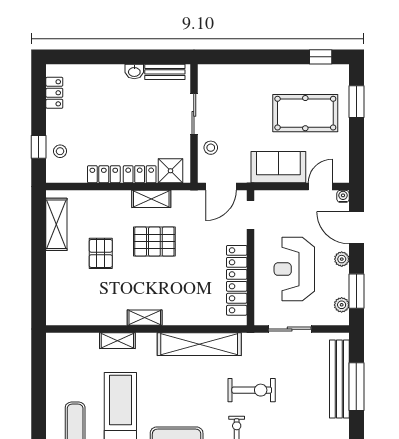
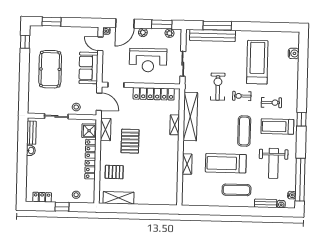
pool table: (305, 113) -> (50, 69), moved
window: (39, 147) -> (62, 207), moved
shelving: (151, 199) -> (106, 130), moved
pallet: (101, 253) -> (114, 172), moved
shelving: (145, 318) -> (175, 125), moved

